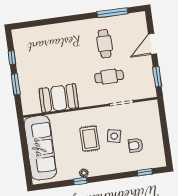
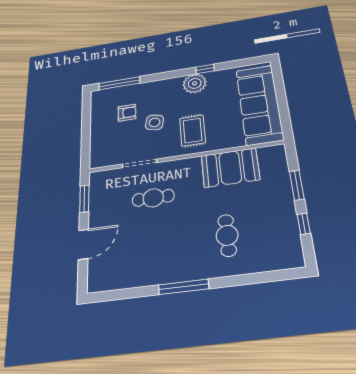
window: (112, 13) -> (184, 287), moved
cafe table: (105, 44) -> (227, 235), moved
rug: (90, 139) -> (193, 131), moved
window: (145, 172) -> (119, 83), width x2.17
plant: (84, 173) -> (195, 83), width x1.88, depth x1.88

